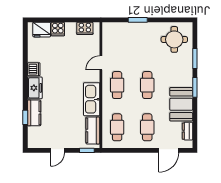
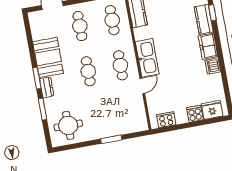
kitchen sink: (92, 99) -> (147, 58), moved
dresser: (187, 131) -> (47, 87), moved

